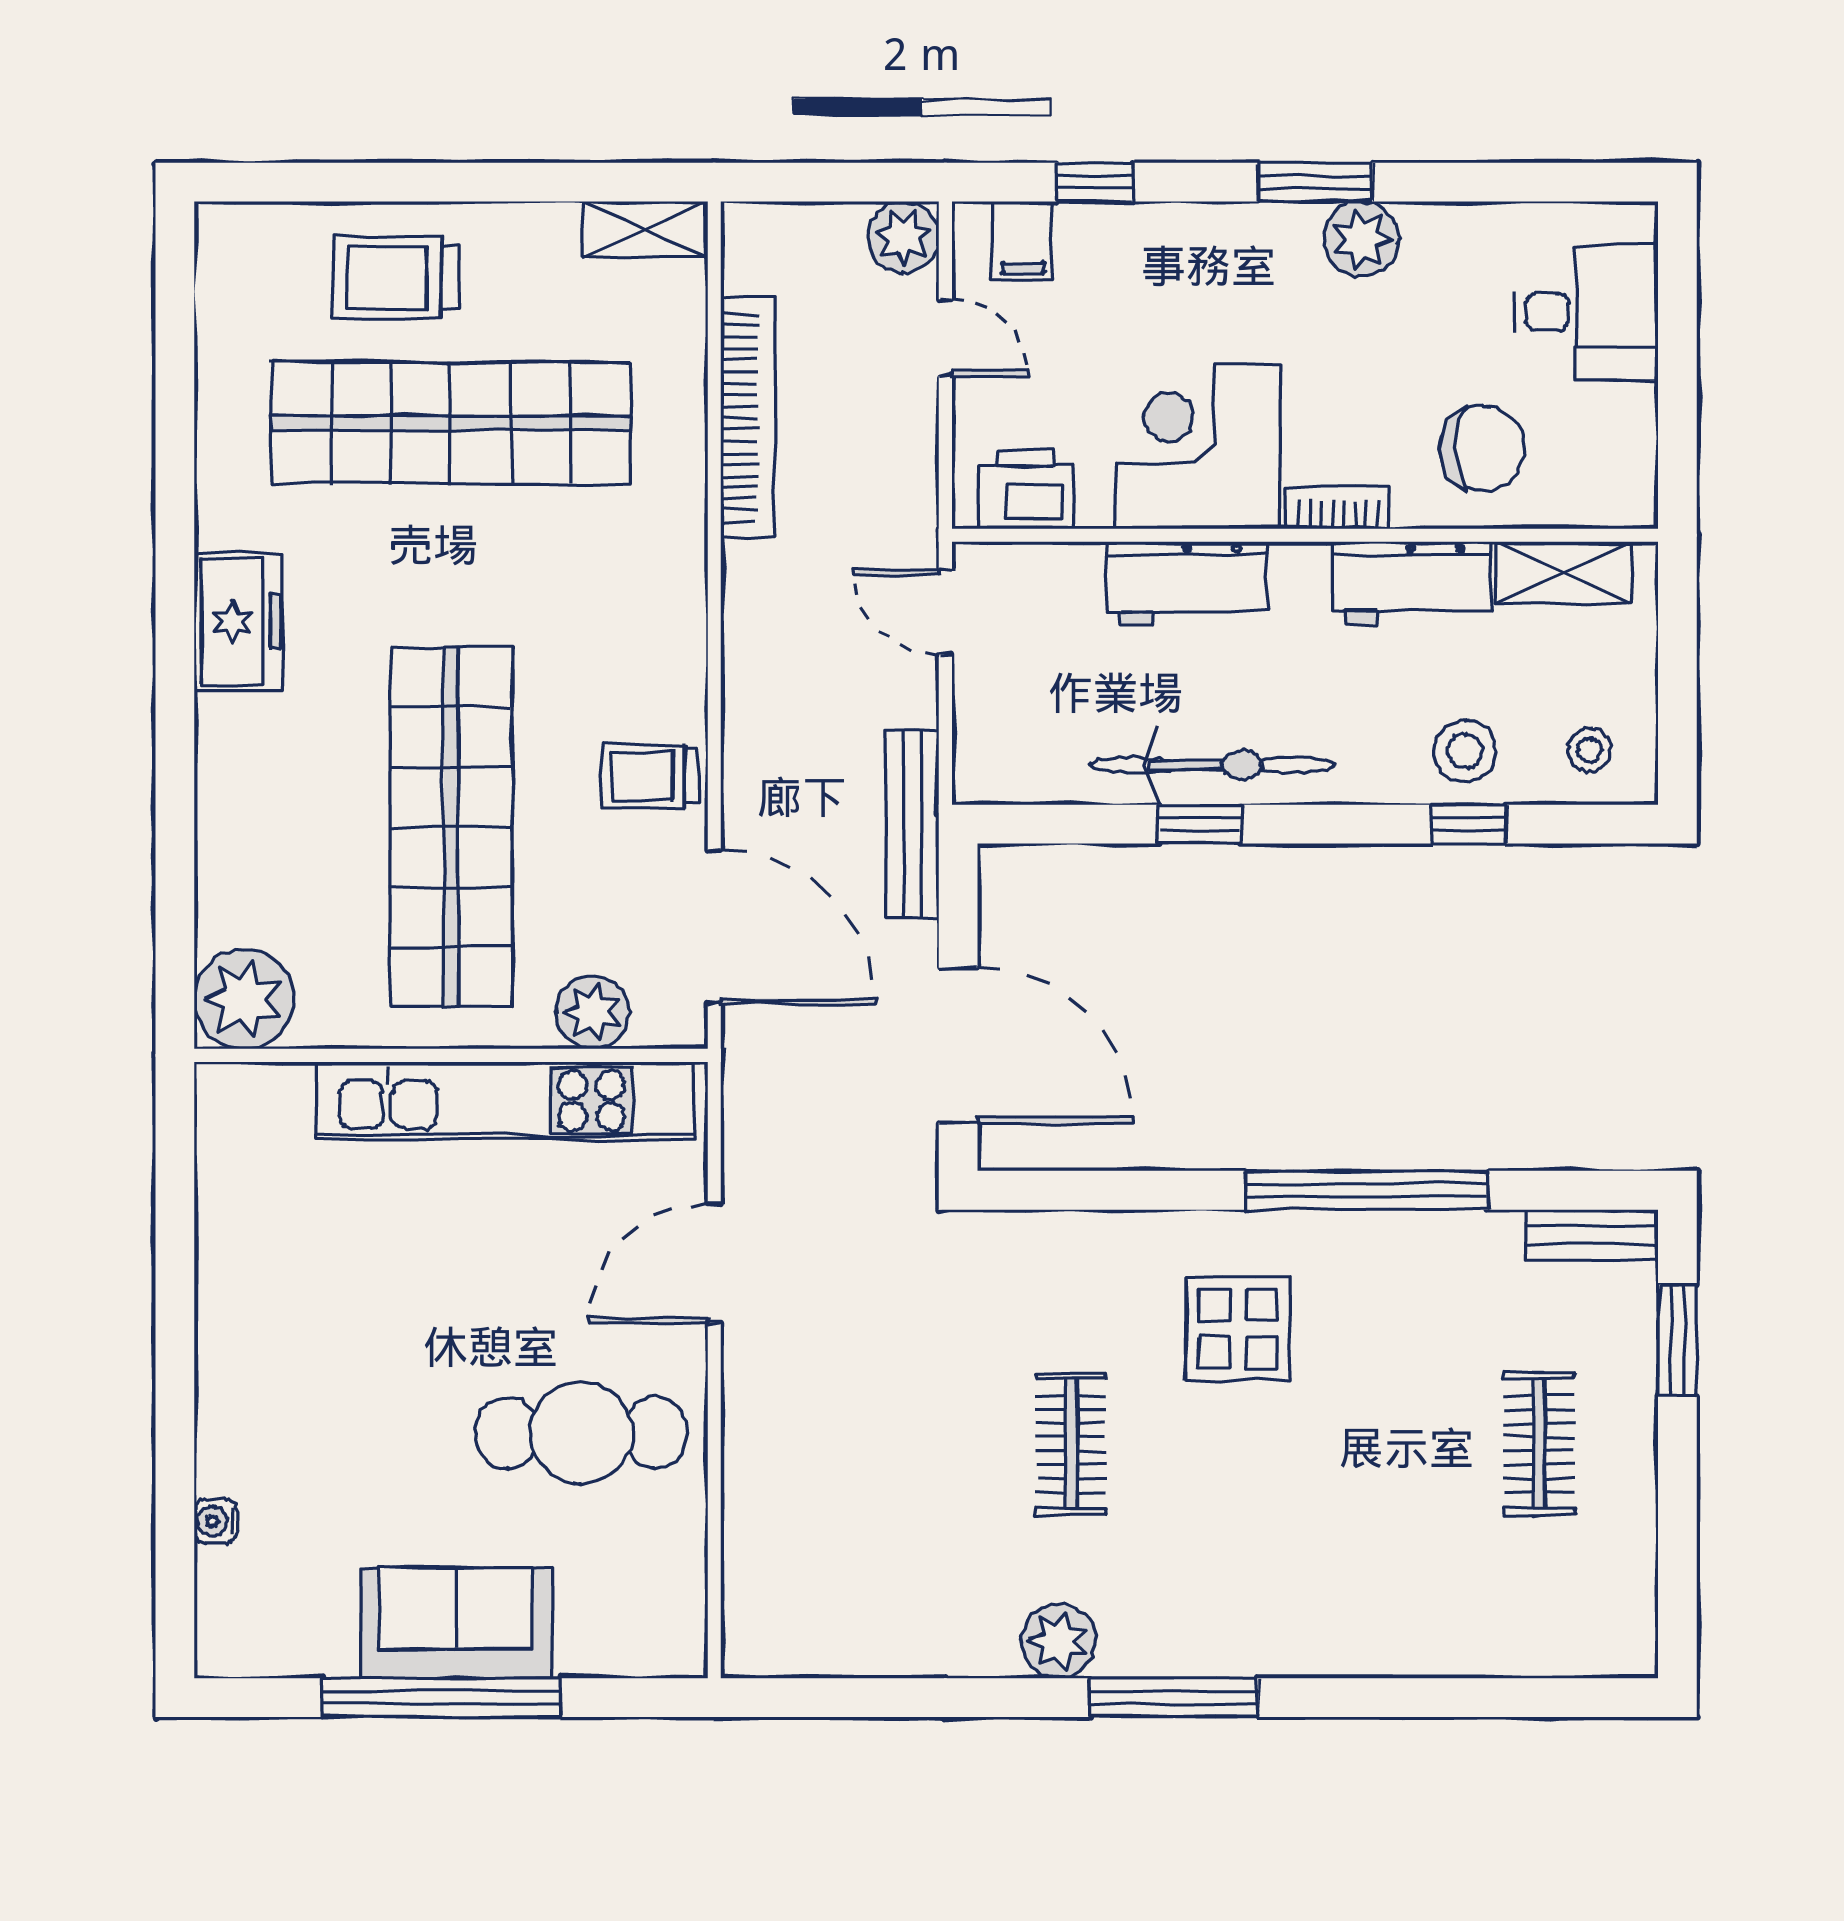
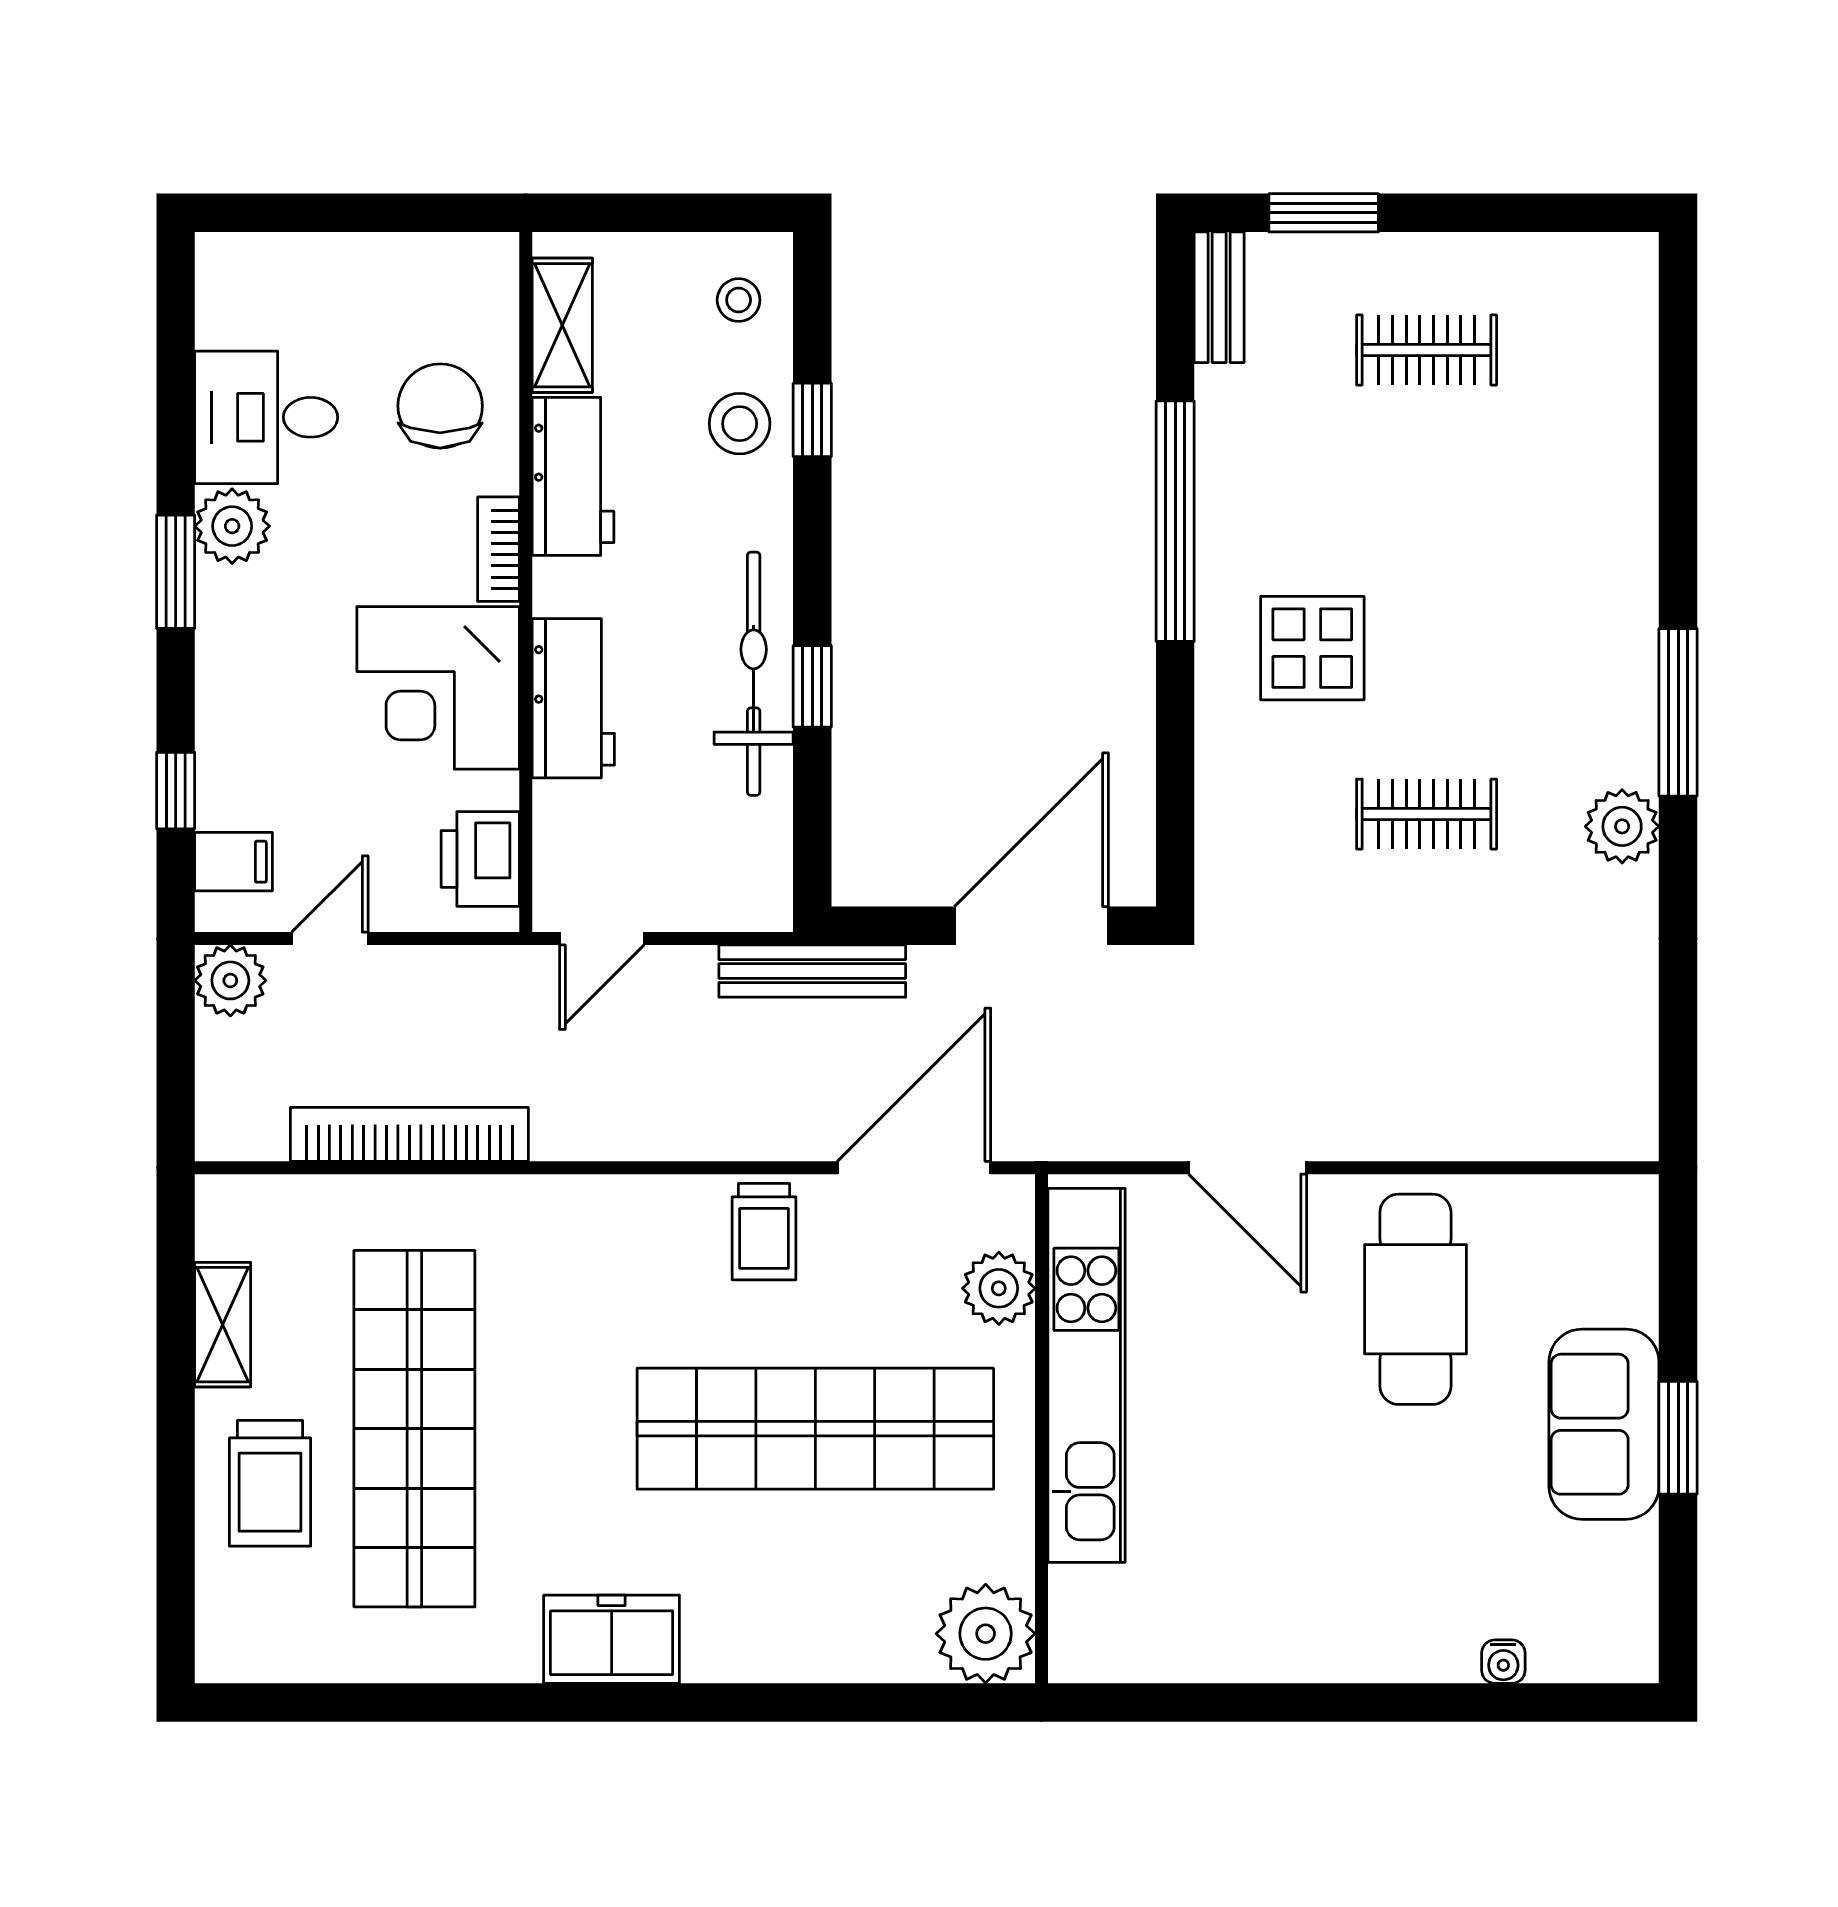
shelving: (645, 230) -> (223, 1325), moved
desk: (1586, 312) -> (266, 417), moved, turned -90
window: (442, 1698) -> (1678, 1438), width x0.47

